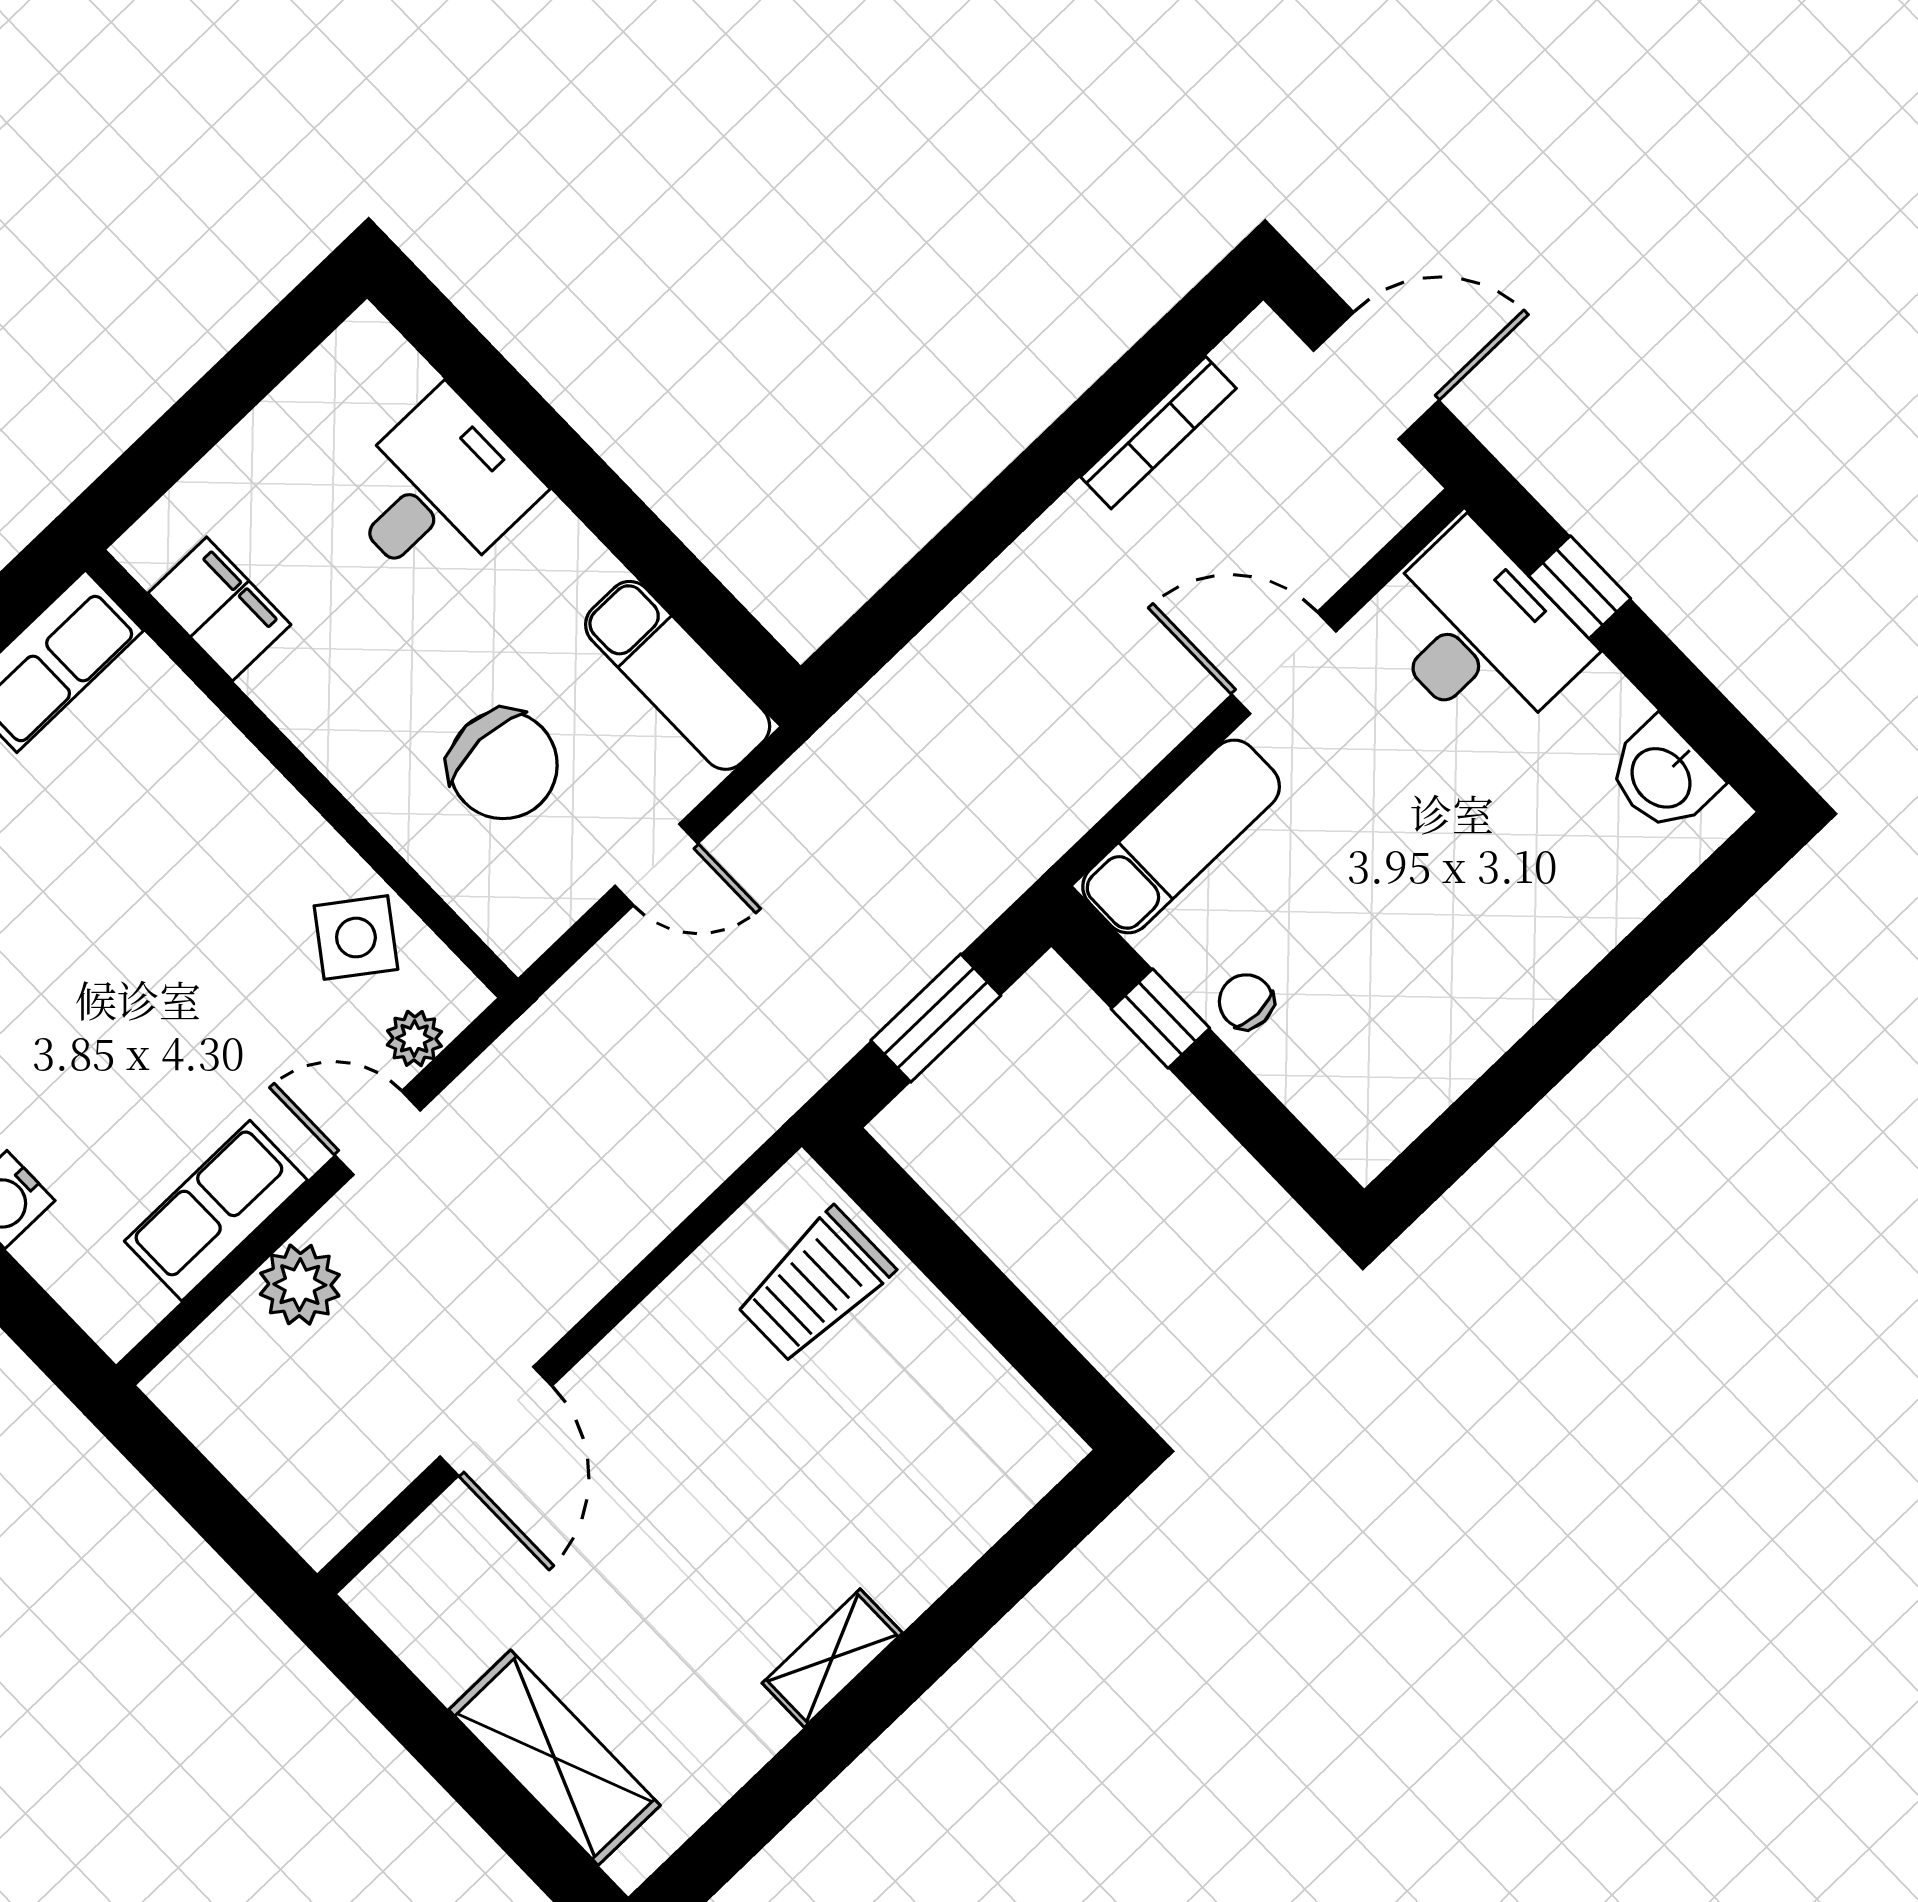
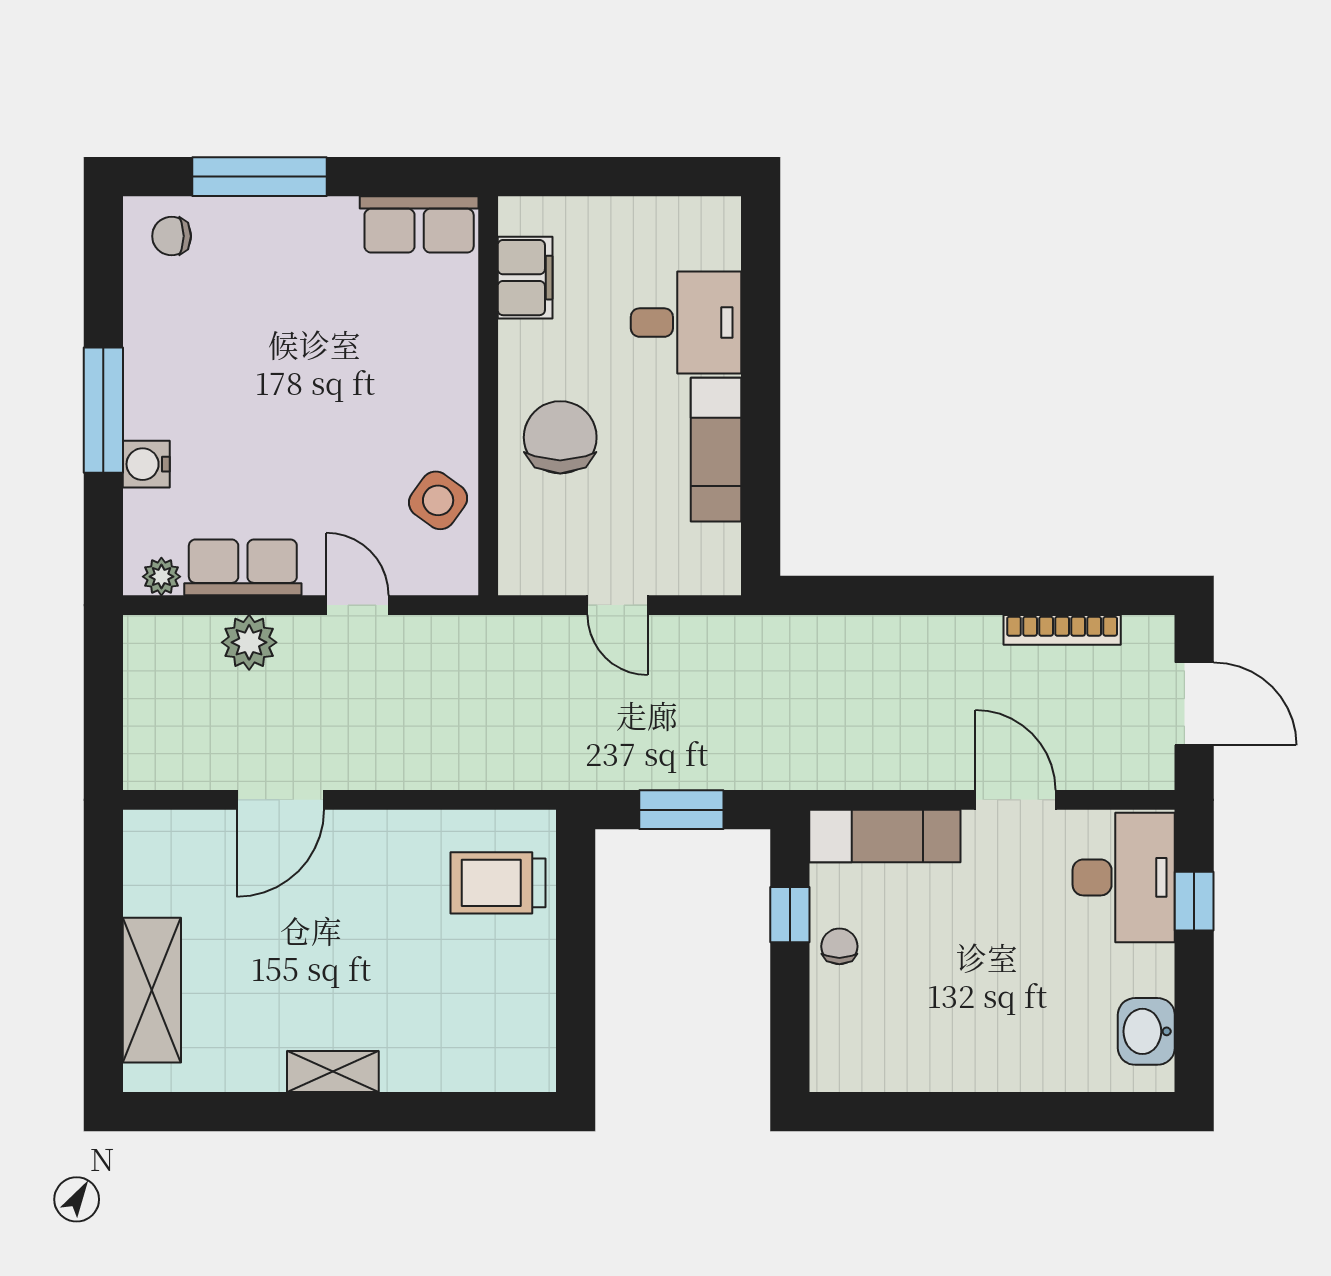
exam couch: (678, 675) -> (716, 450), moved
chair: (503, 765) -> (560, 437), moved, turned 180
plant: (414, 1038) -> (161, 577), moved

